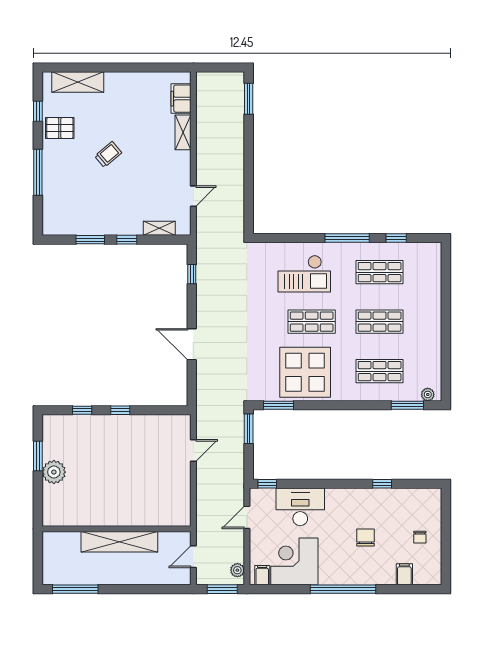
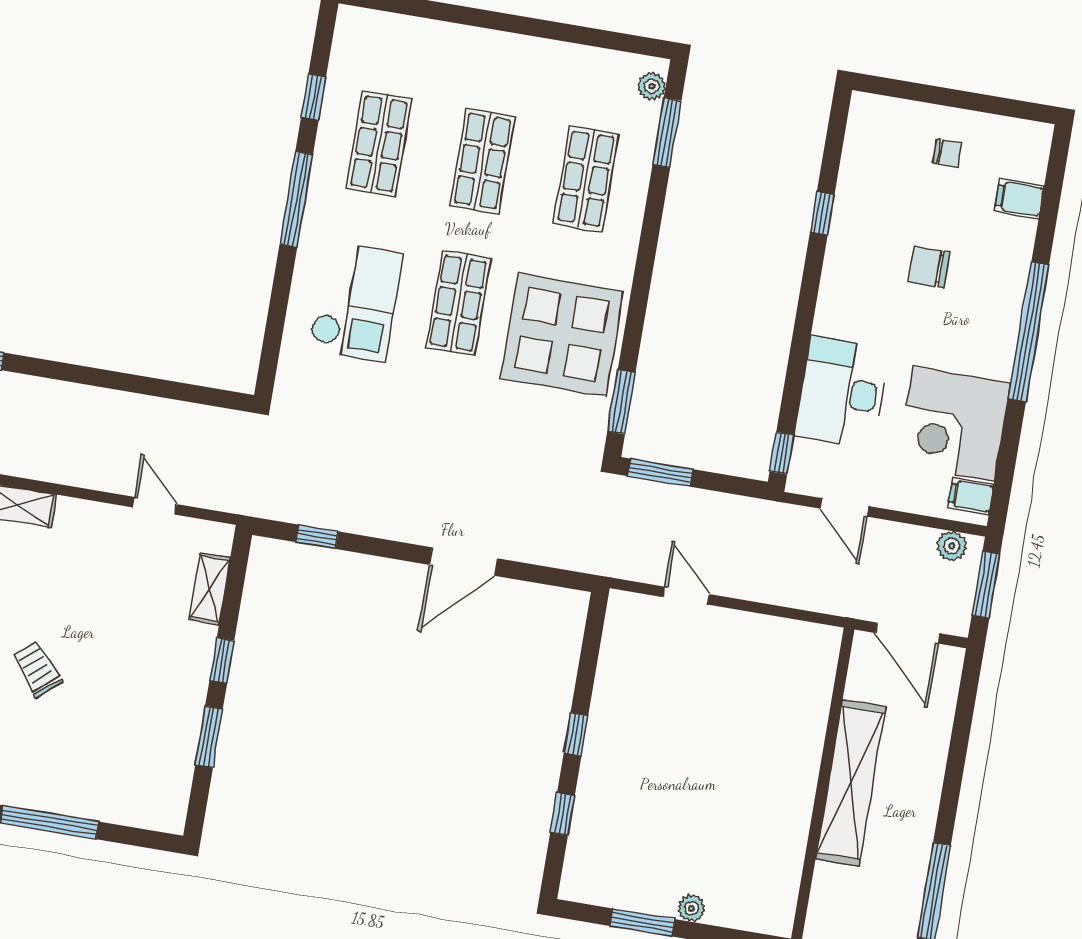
plant: (54, 472) -> (691, 908), width x0.53, depth x0.53
door: (193, 557) -> (908, 633), width x1.38

